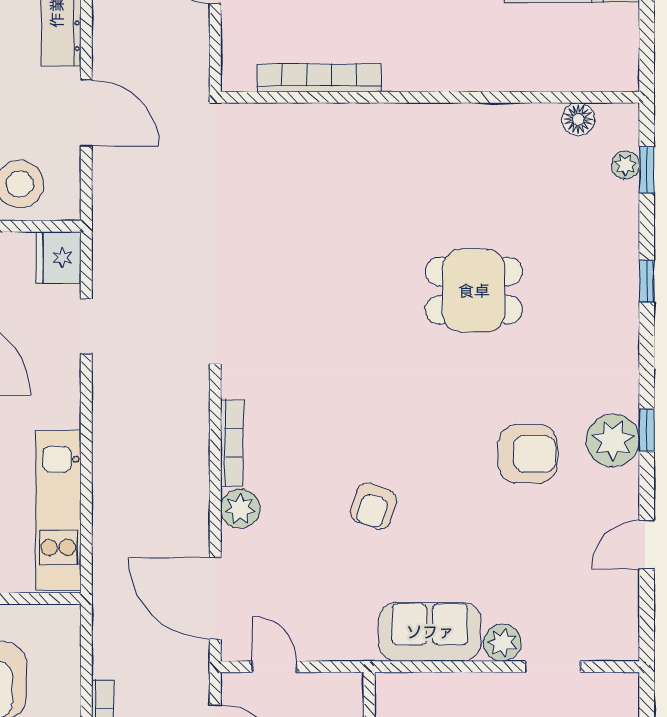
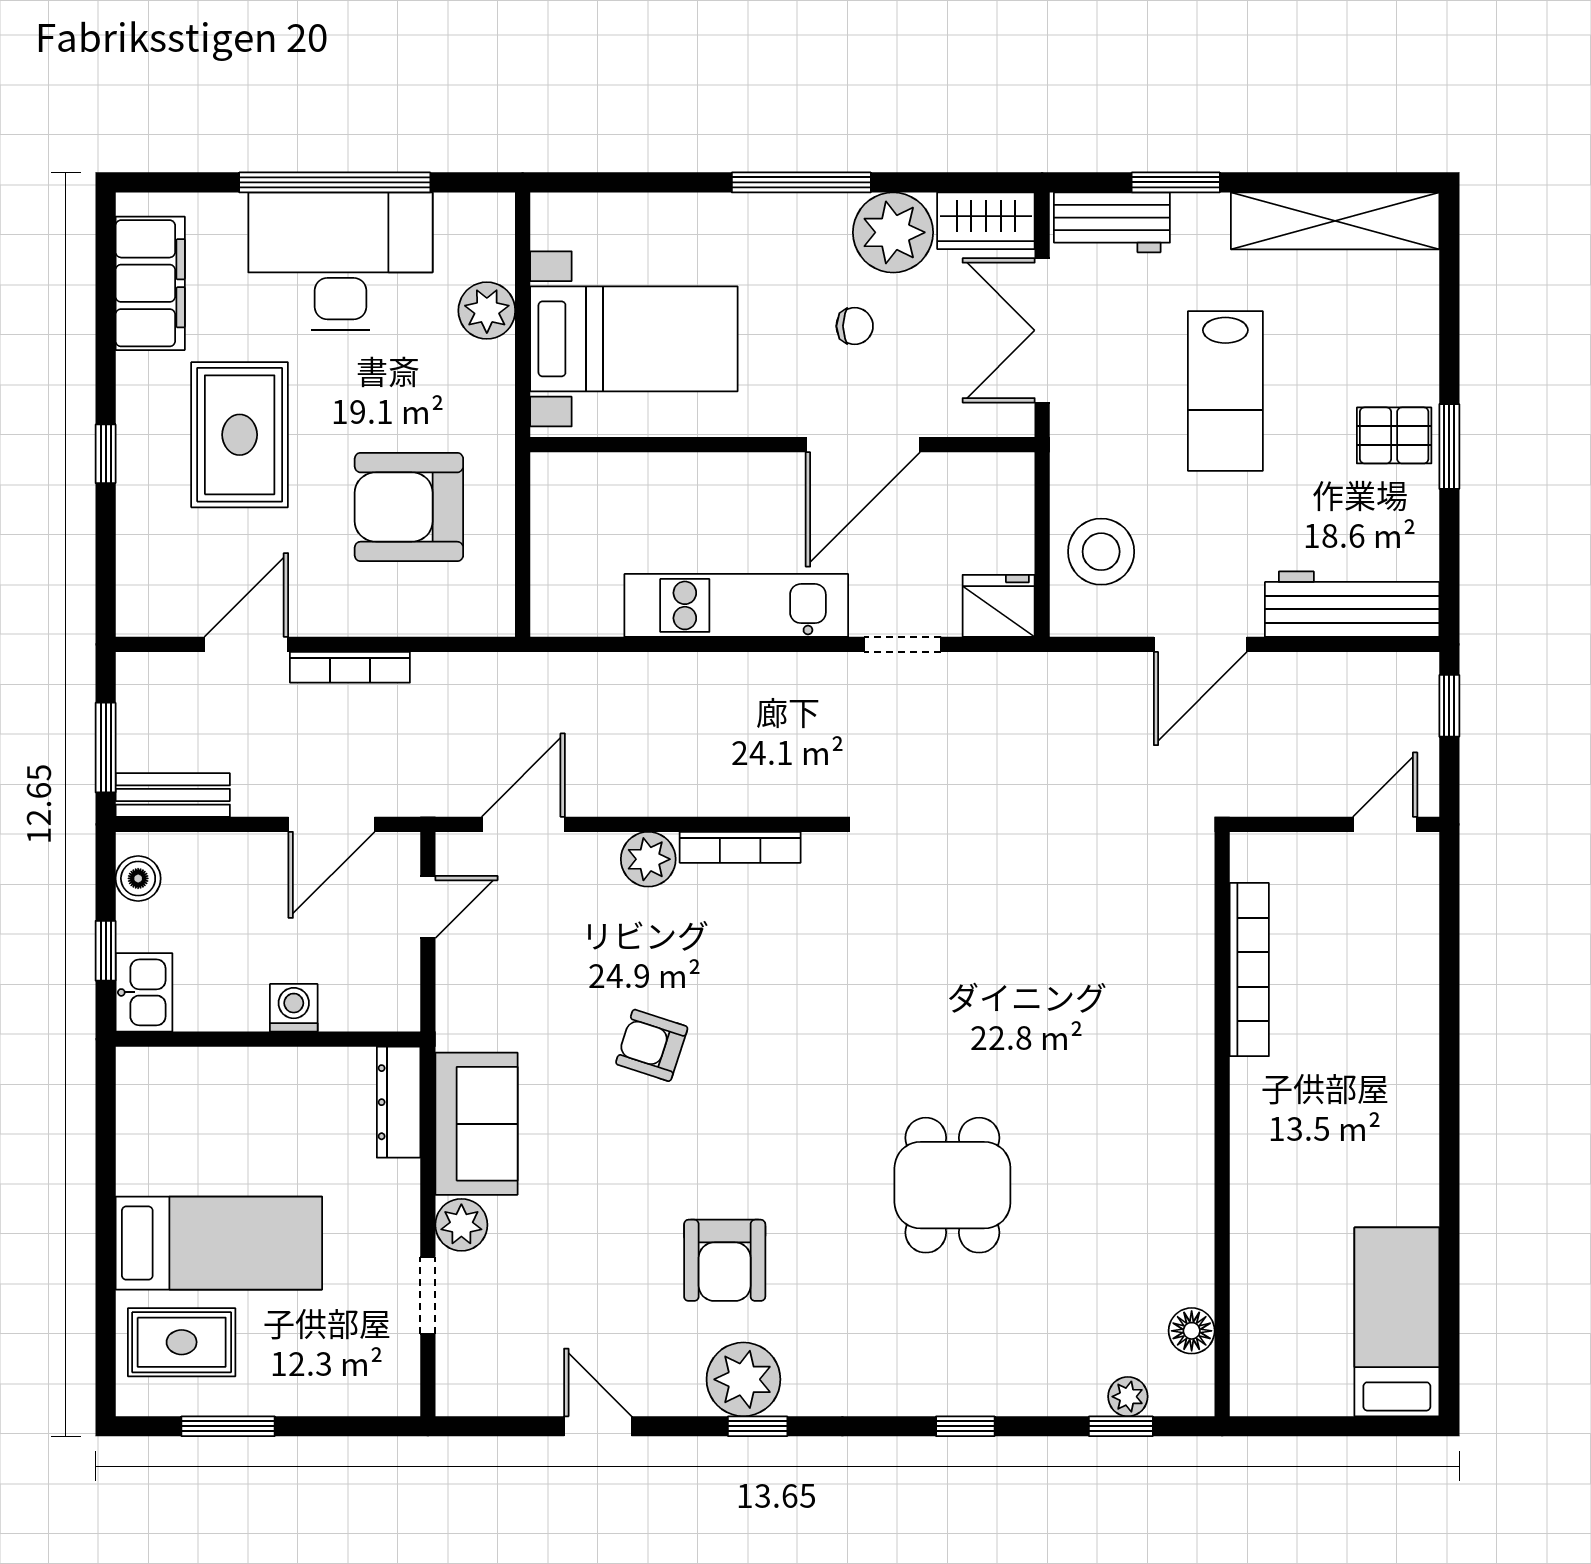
kitchen unit: (58, 511) -> (736, 605), moved
door: (215, 598) -> (523, 824), width x0.73
dresser: (414, 688) -> (399, 1102), added

